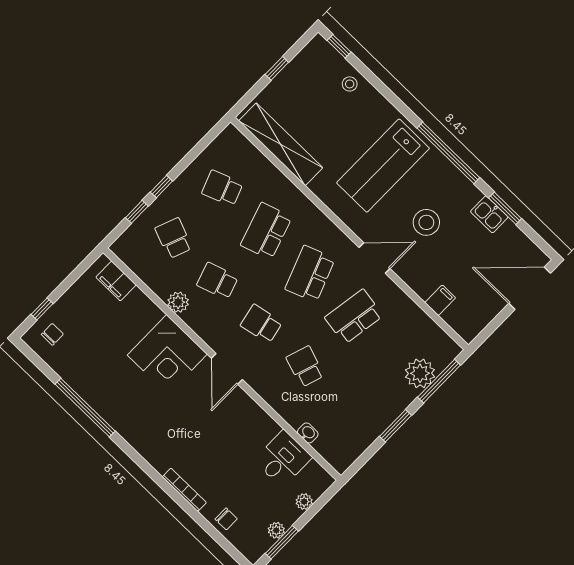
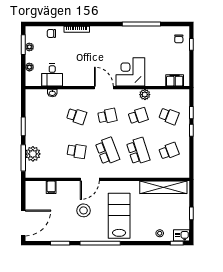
kitchen sink: (489, 214) -> (182, 235), moved
school desk: (354, 317) -> (77, 151), width x0.54

